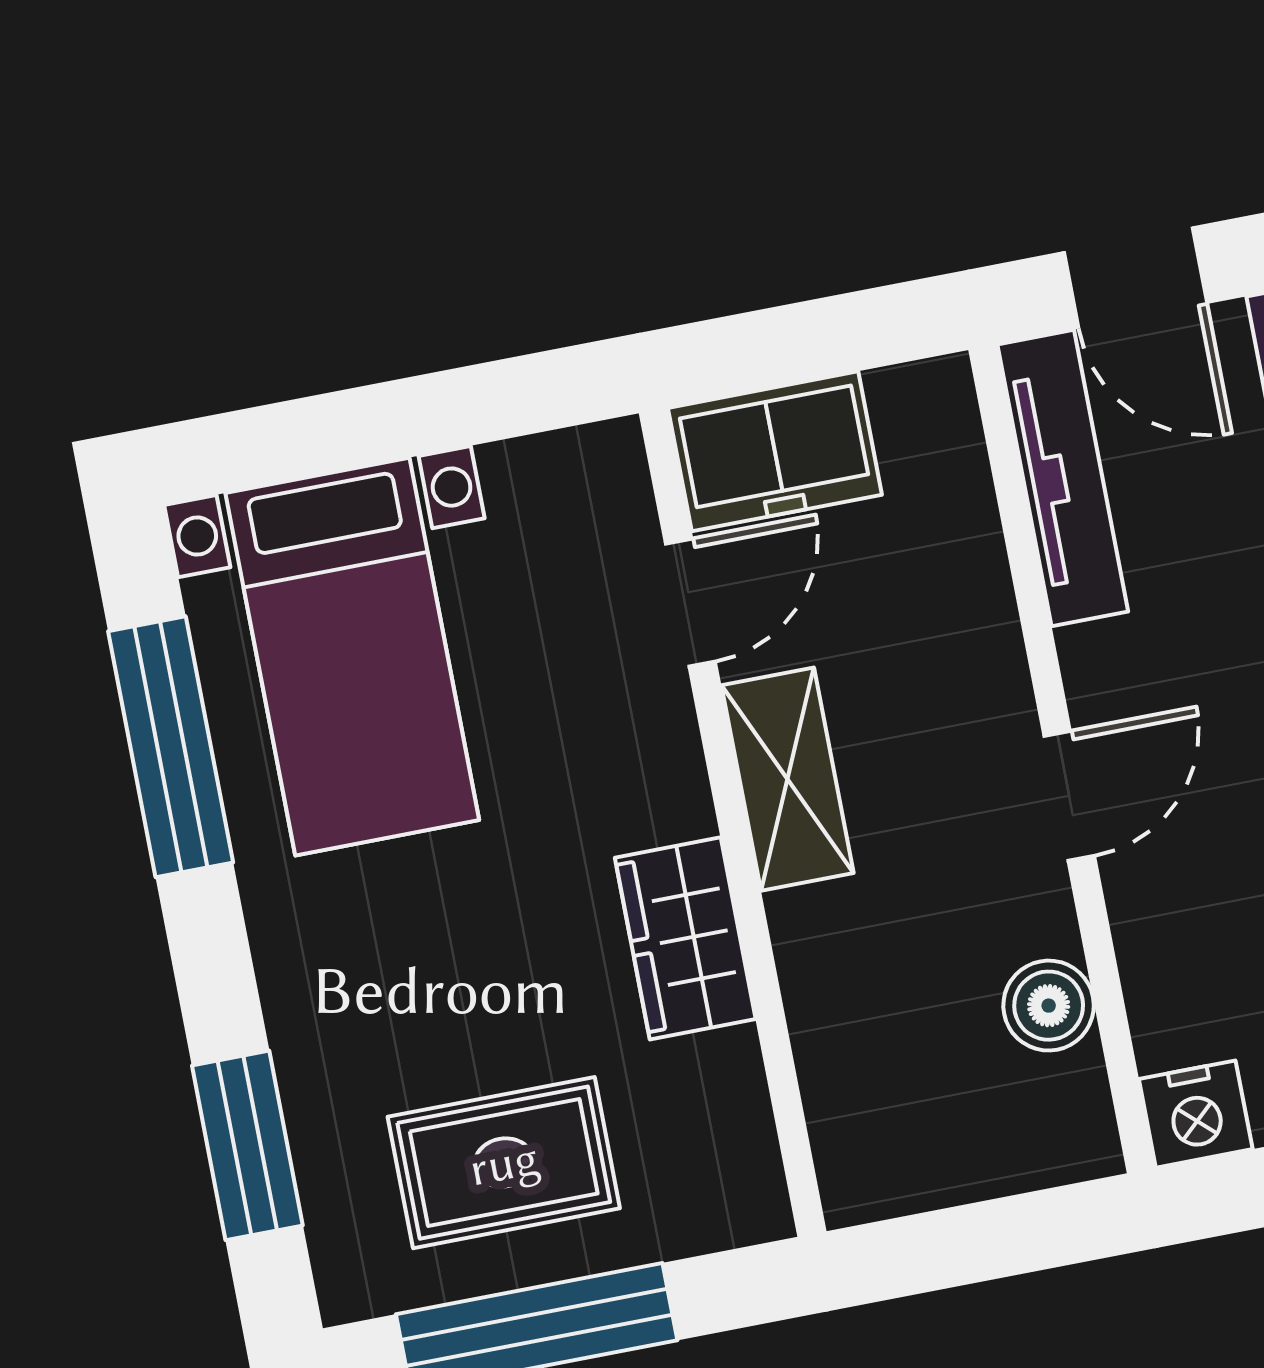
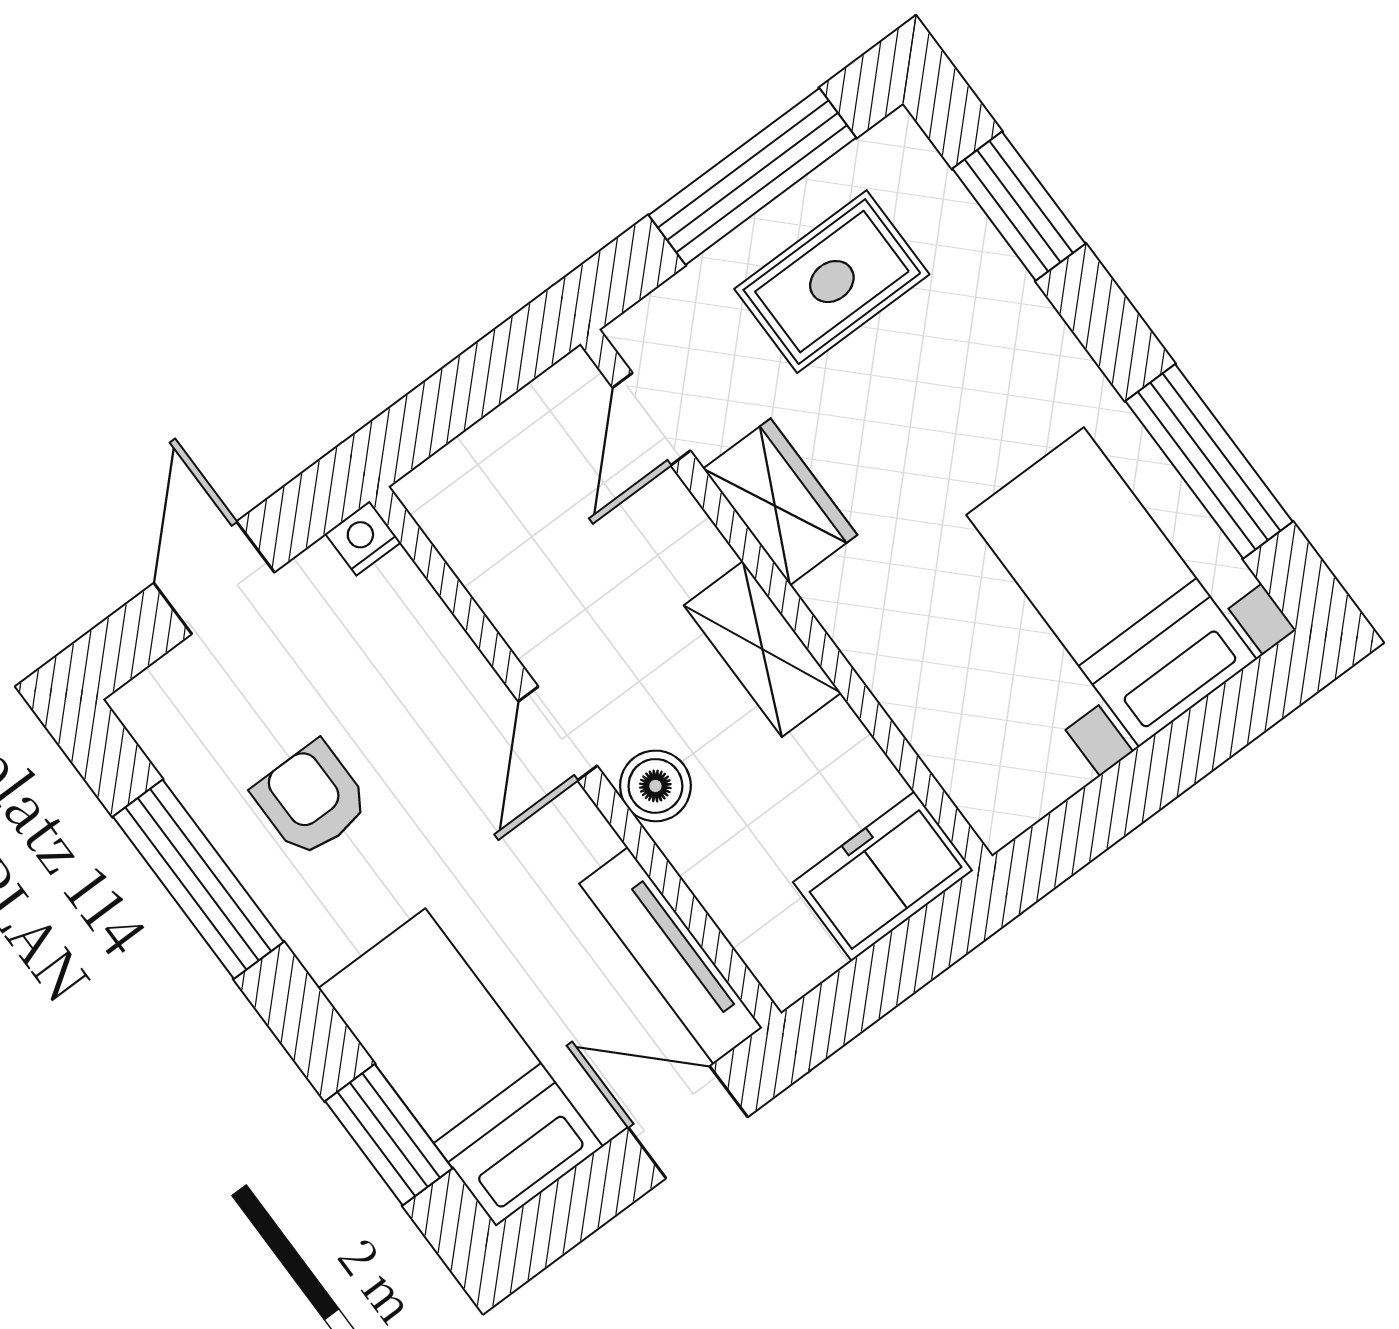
door: (690, 602) -> (652, 419), moved
boiler: (1049, 1006) -> (655, 786), moved
nightstand: (1196, 1114) -> (363, 538), width x0.72, depth x0.74

